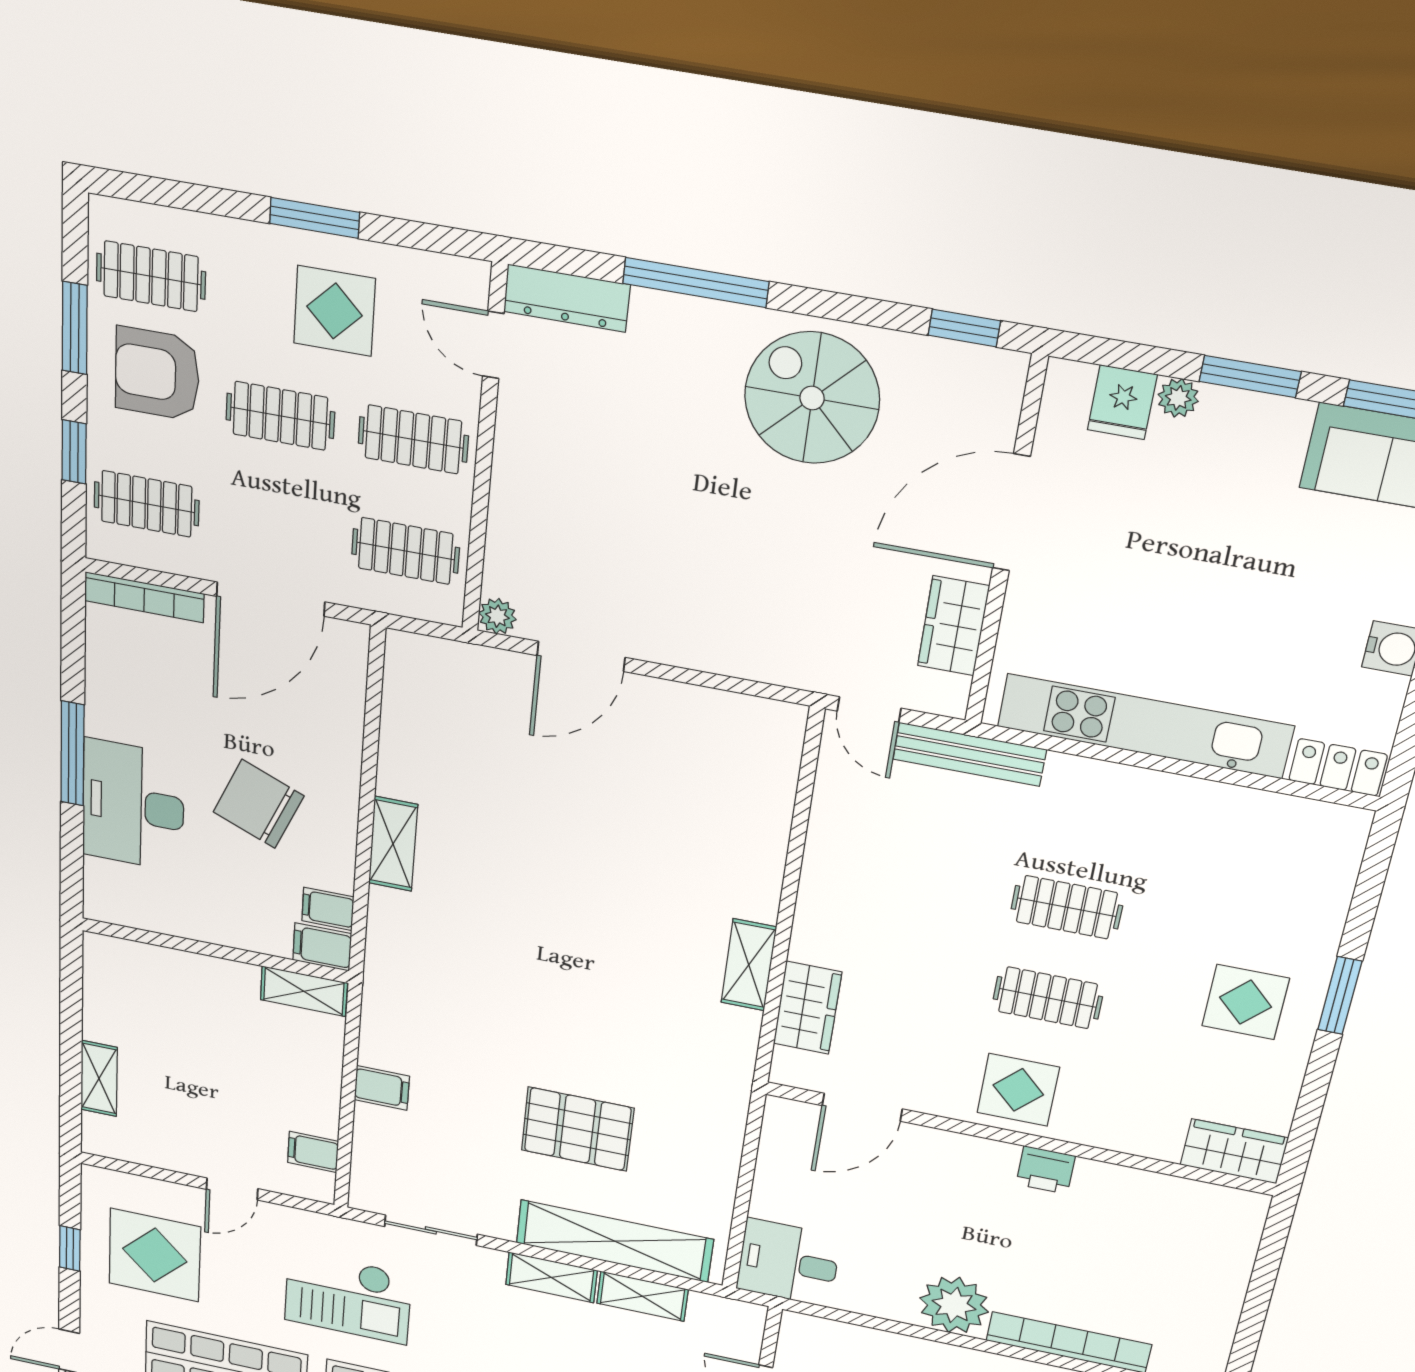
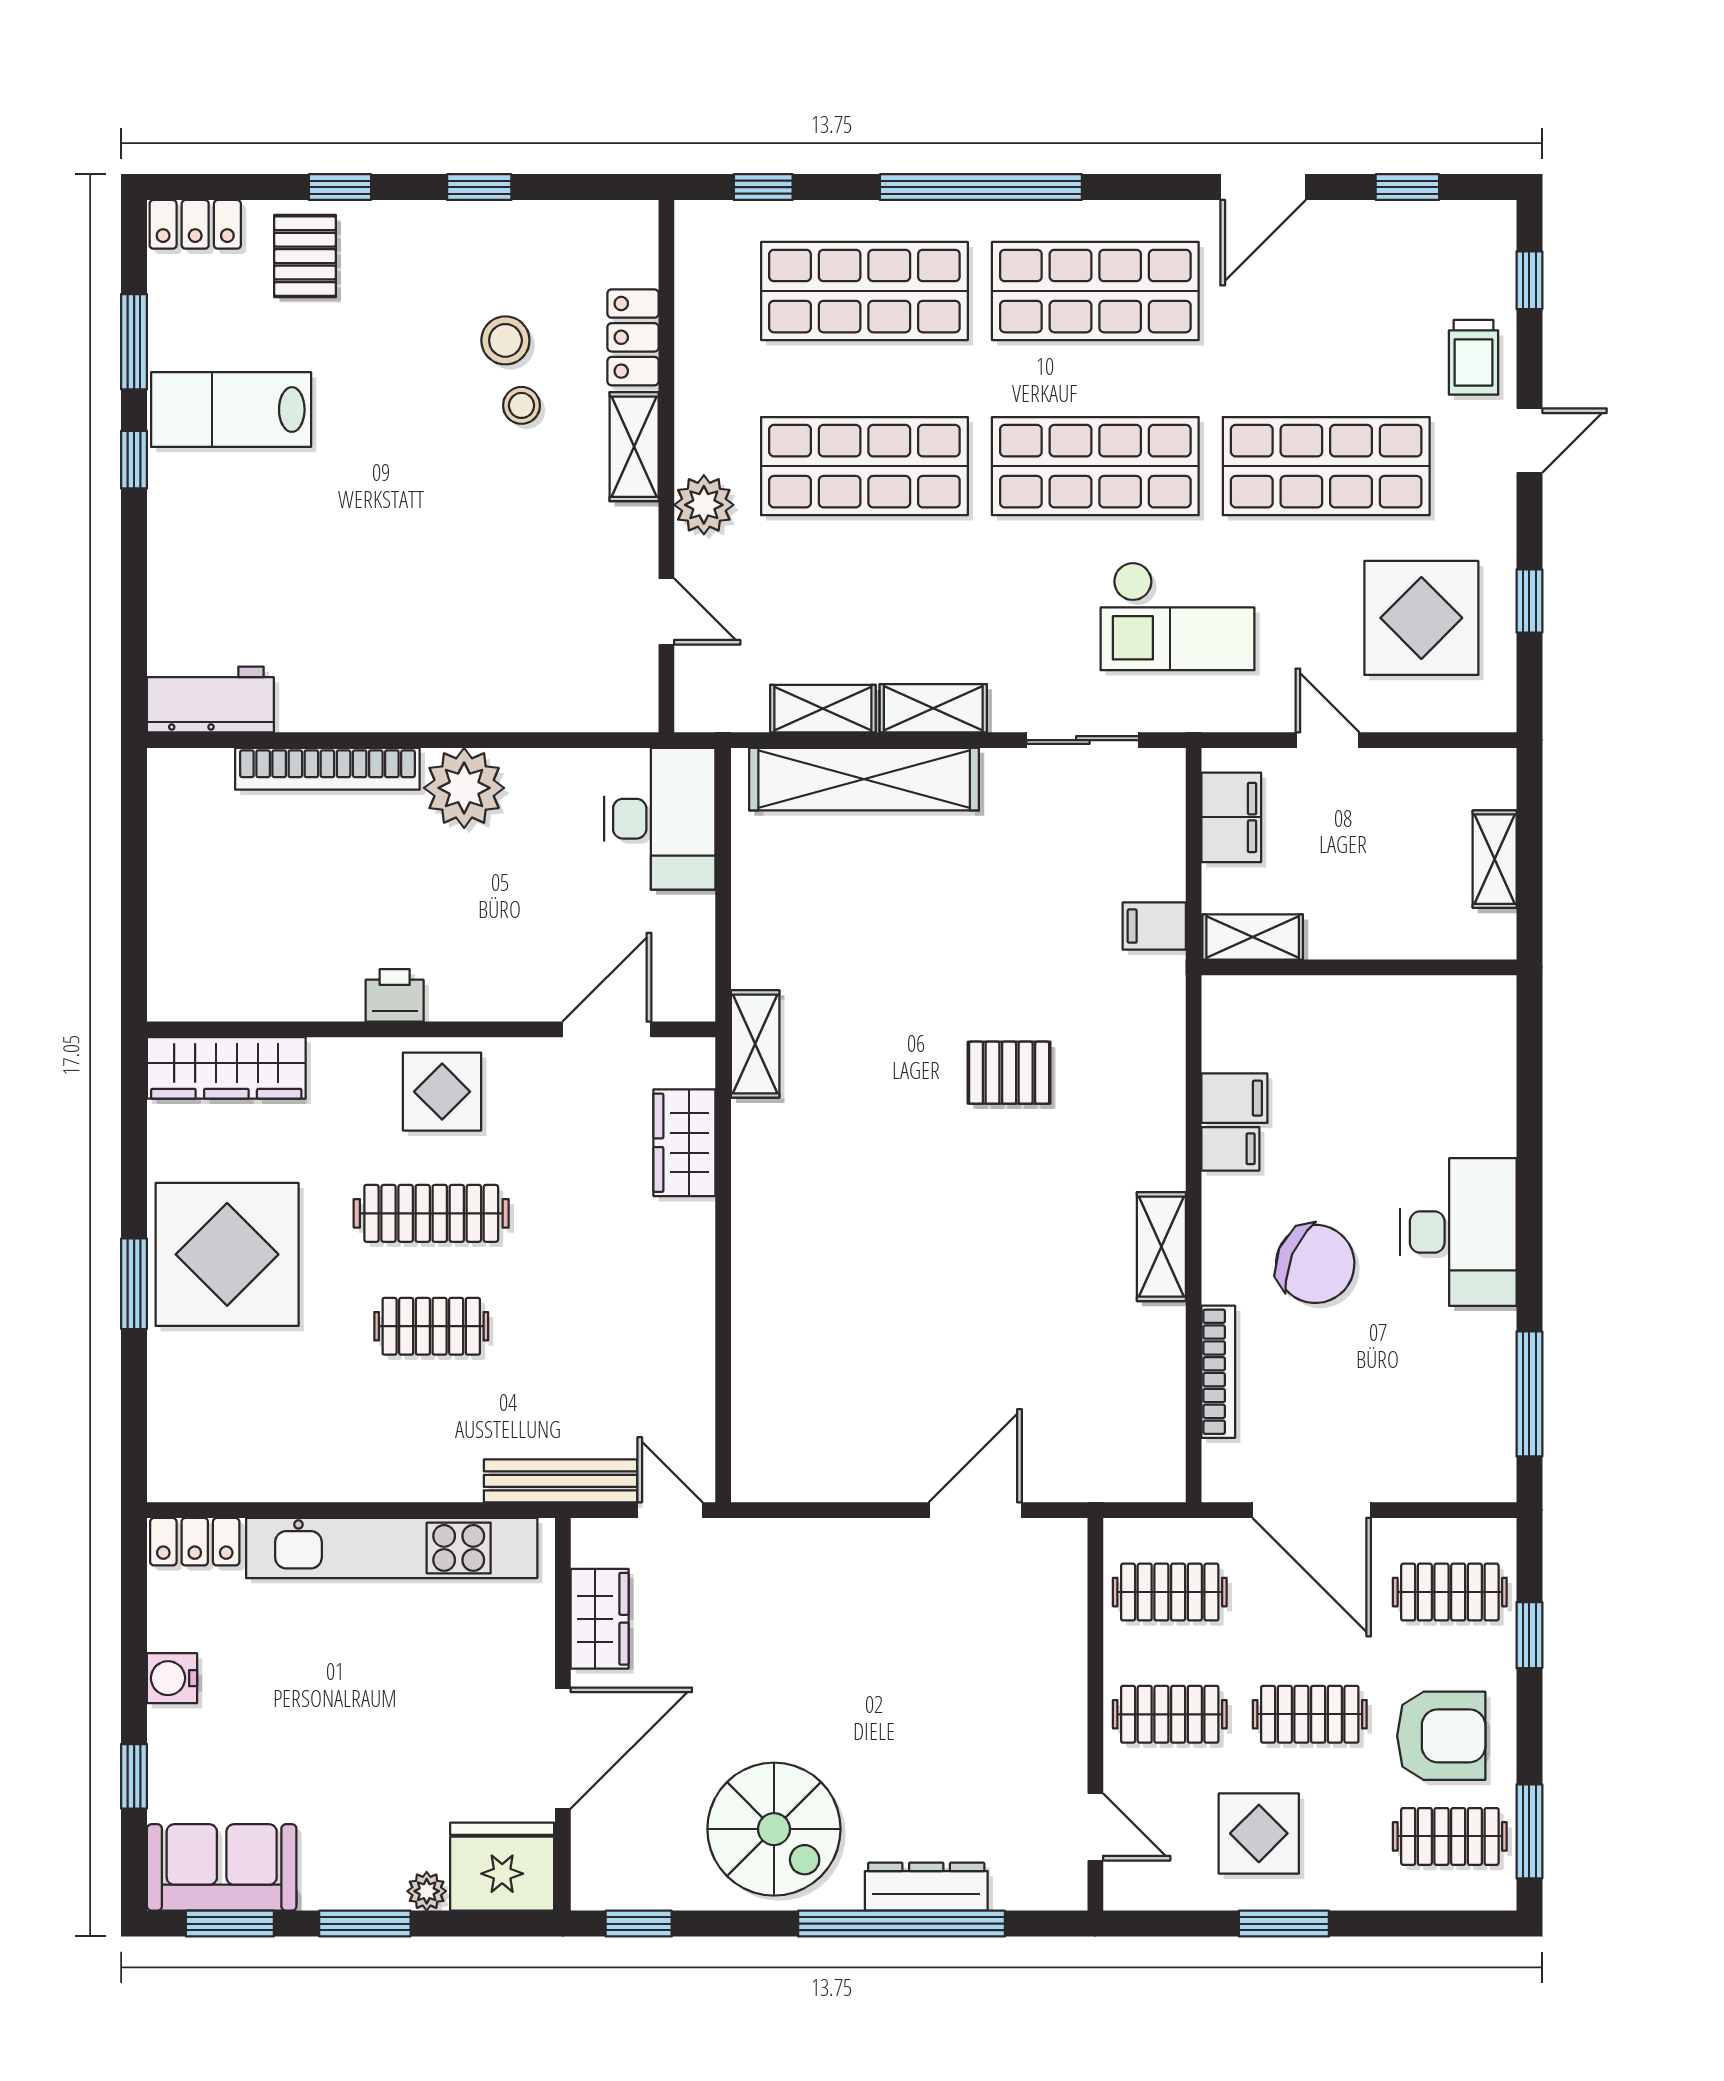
window: (696, 282) -> (901, 1924), width x1.46
dresser: (567, 298) -> (926, 1887), moved
window: (75, 328) -> (1529, 1831), moved
fridge: (1122, 402) -> (502, 1867), width x1.88, depth x1.34
bookcase: (144, 597) -> (1218, 1372), moved, turned 90
door: (271, 599) -> (1312, 1510), swing flipped
plant: (497, 616) -> (1067, 1538), removed
window: (72, 754) -> (1529, 1394), moved
wall: (215, 951) -> (1359, 967), moved
shelving: (749, 965) -> (755, 1044), moved
shelving: (304, 991) -> (1253, 937), moved
clothes rail: (1048, 998) -> (431, 1213), width x1.36
display table: (1246, 1002) -> (227, 1254), width x1.86, depth x1.86
pallet: (578, 1129) -> (1009, 1073), moved, width x0.67, depth x0.71
wardrobe: (1234, 1151) -> (226, 1068), width x1.50
filing cabinet: (313, 1152) -> (1231, 817), width x2.00
door: (232, 1189) -> (1327, 740), hinge flipped
desk: (788, 1263) -> (660, 819), width x1.37
checkout: (348, 1297) -> (1178, 616), turned 180

